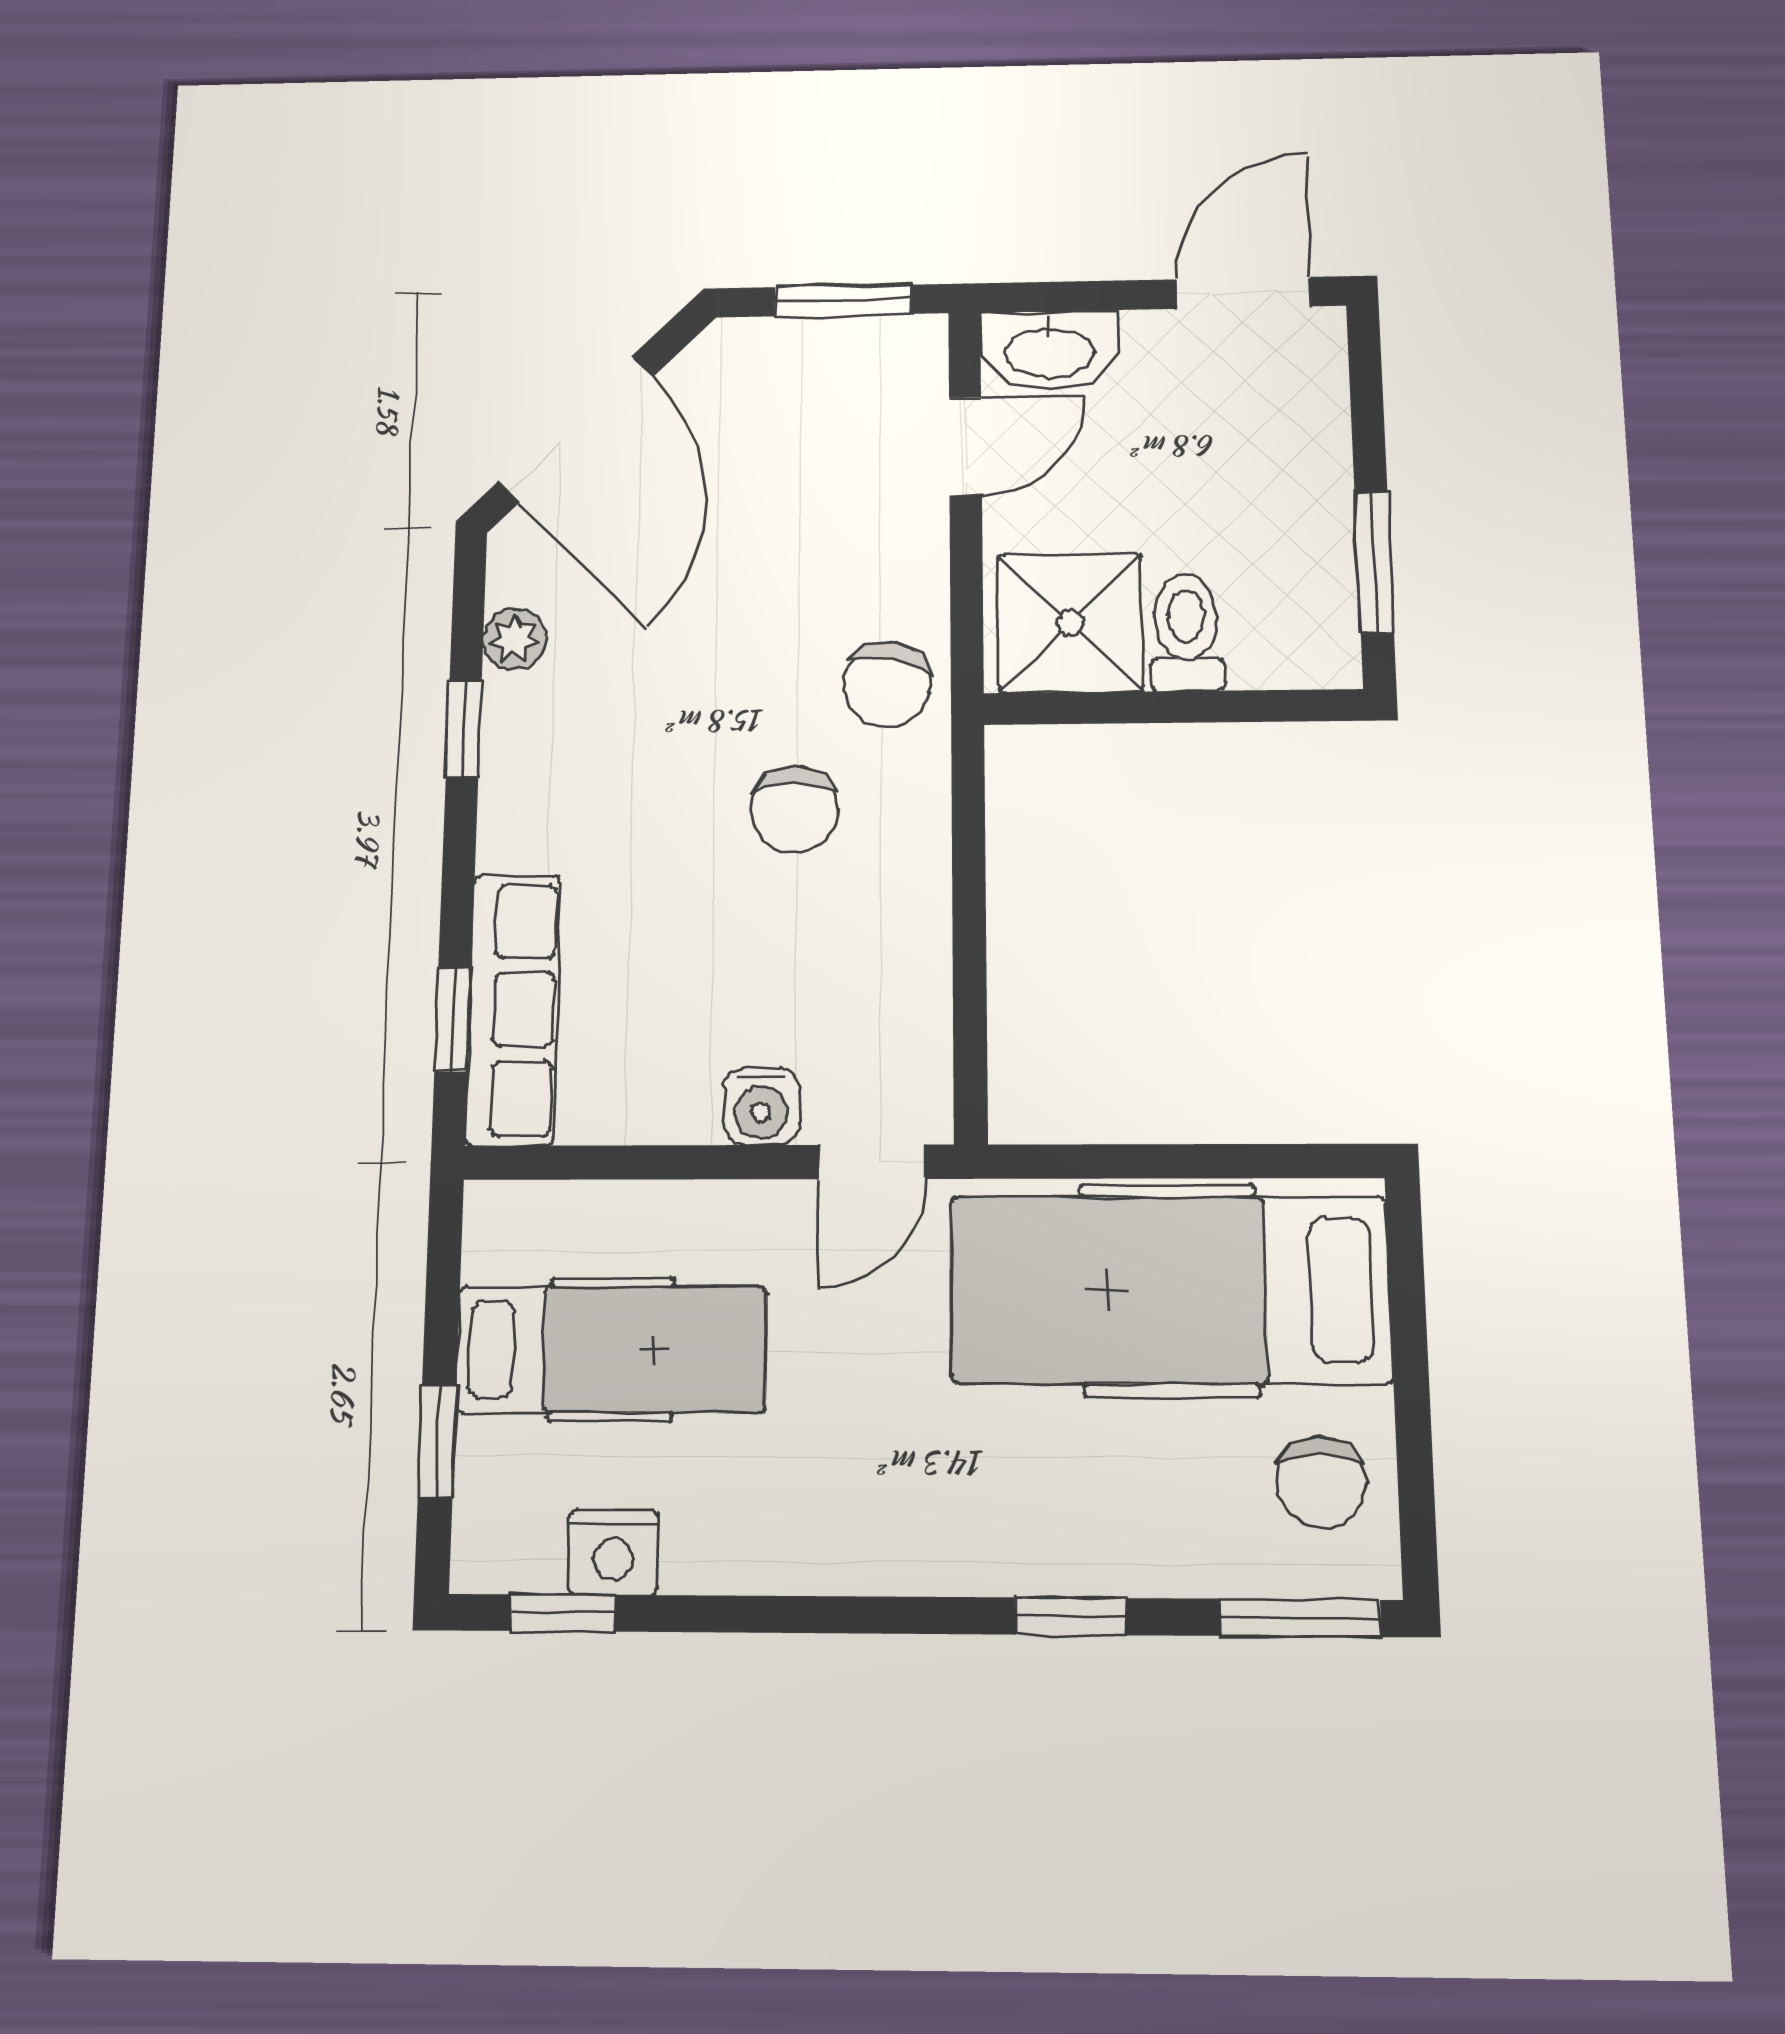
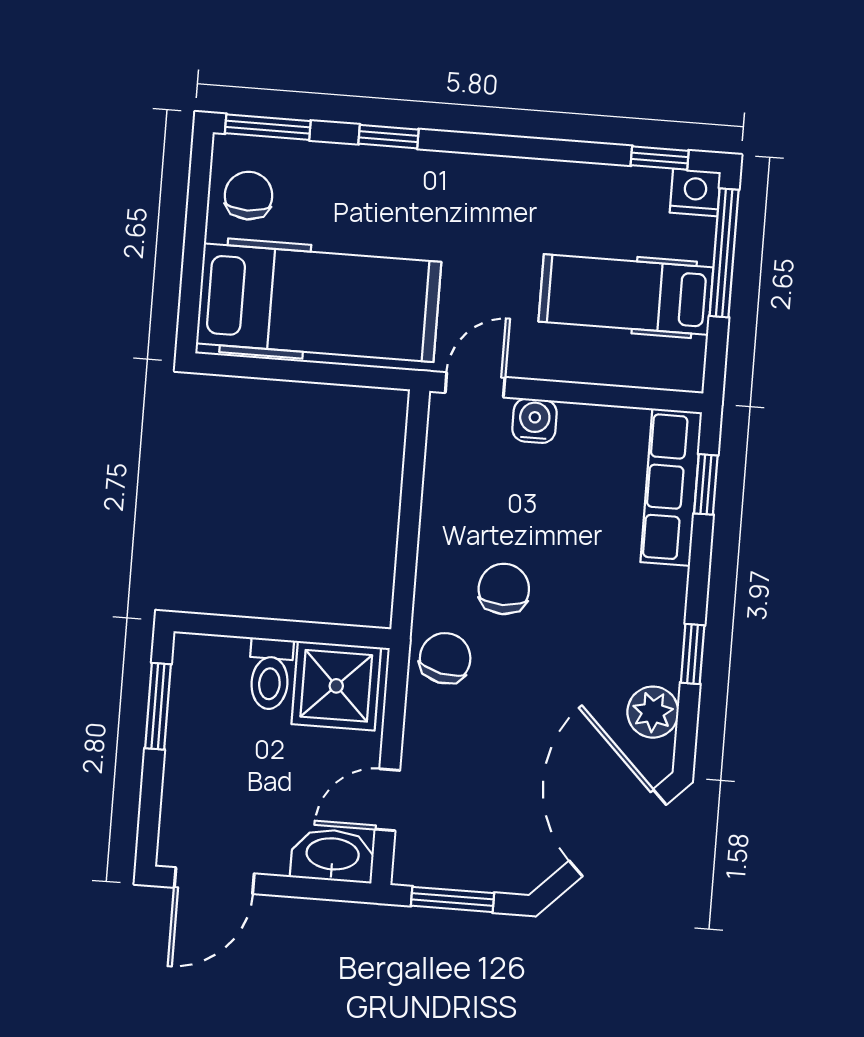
plant: (515, 639) -> (653, 712), width x1.38, depth x1.38
window: (437, 1441) -> (724, 253), width x2.17
nightstand: (613, 1552) -> (695, 192), moved

